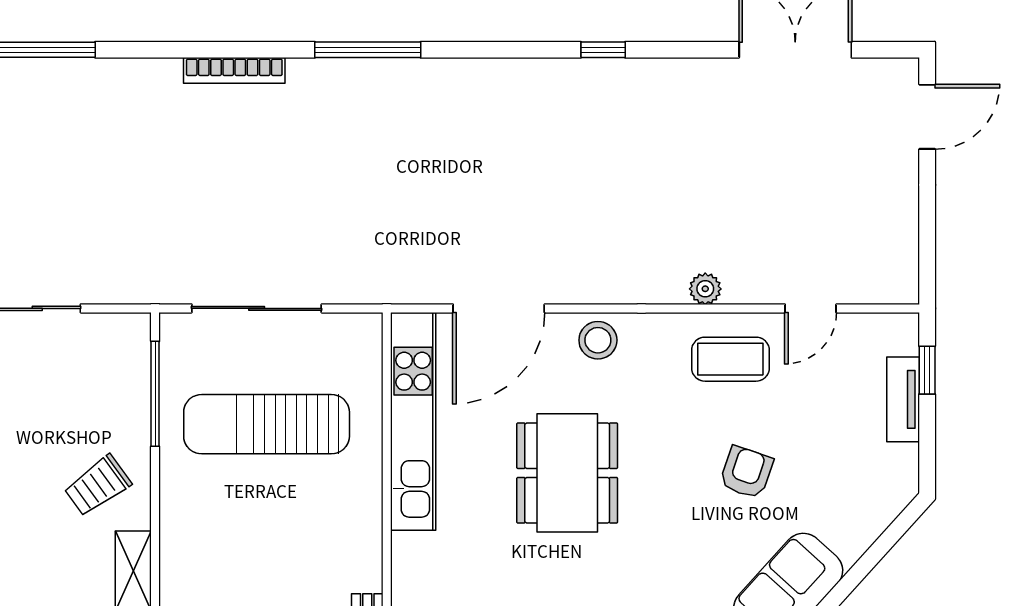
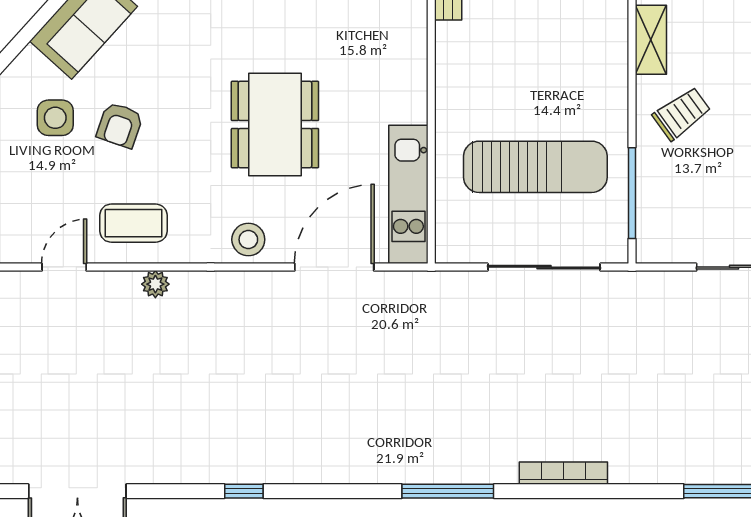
kitchen unit: (413, 421) -> (408, 194), width x0.73
side table: (821, 481) -> (55, 118), added

